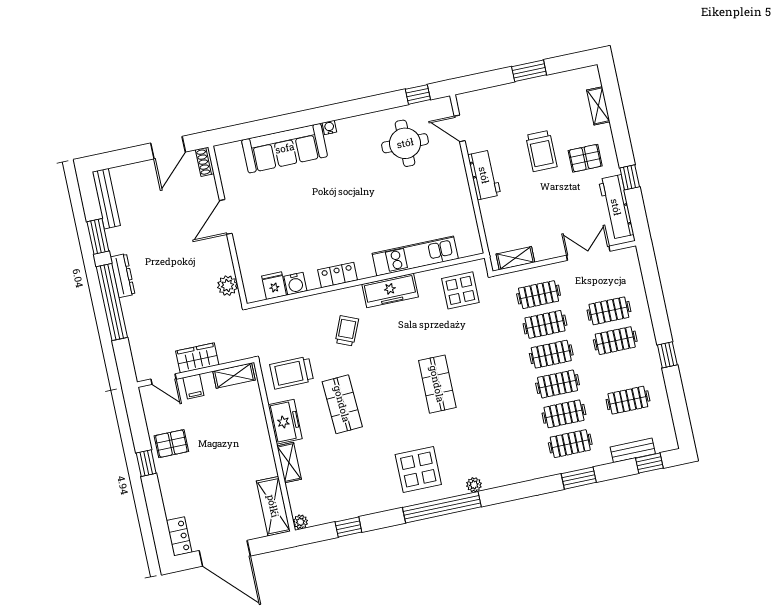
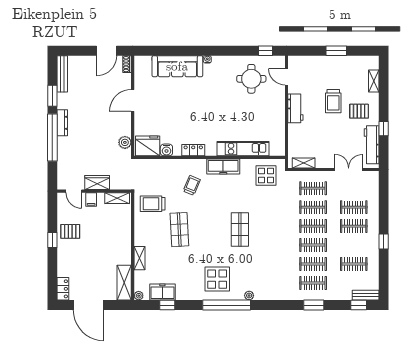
fridge: (274, 286) -> (148, 146), width x1.88, depth x1.34
freezer: (285, 422) -> (162, 292), moved, turned -90
bench: (633, 450) -> (366, 295), moved

